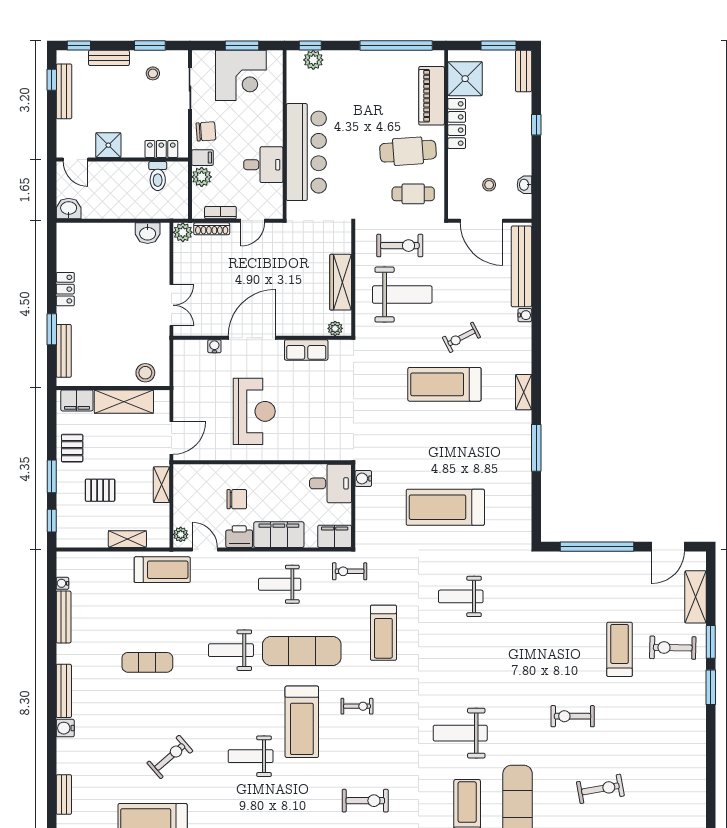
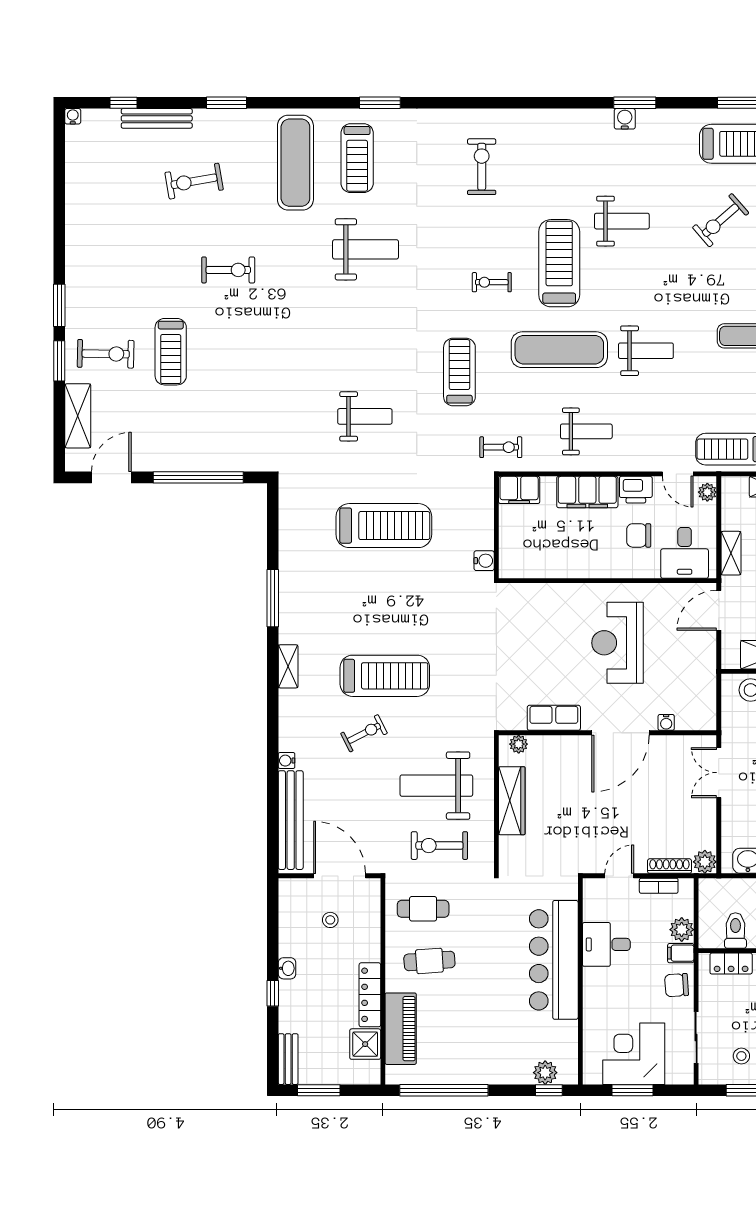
shower: (465, 79) -> (365, 1044), width x0.73, depth x0.73
cafe table: (408, 151) -> (429, 961), width x0.73, depth x0.74
washbasin: (524, 185) -> (287, 968), moved
desk: (331, 483) -> (685, 553), moved, turned -90
exercise bike: (365, 801) -> (482, 167), turned 90

